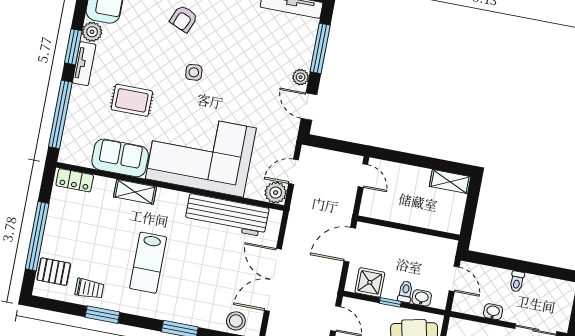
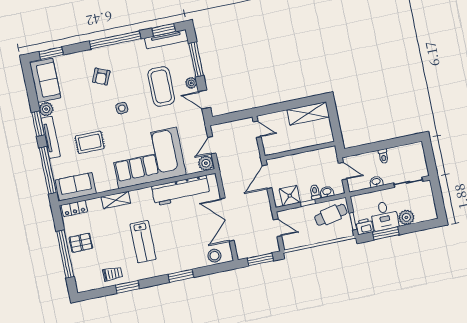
tv unit: (84, 64) -> (51, 137), width x1.41
coffee table: (258, 65) -> (161, 86), added
sofa: (120, 158) -> (76, 187), moved
shelving: (450, 182) -> (308, 113), width x1.50, depth x1.33
pallet: (54, 272) -> (81, 243), moved

